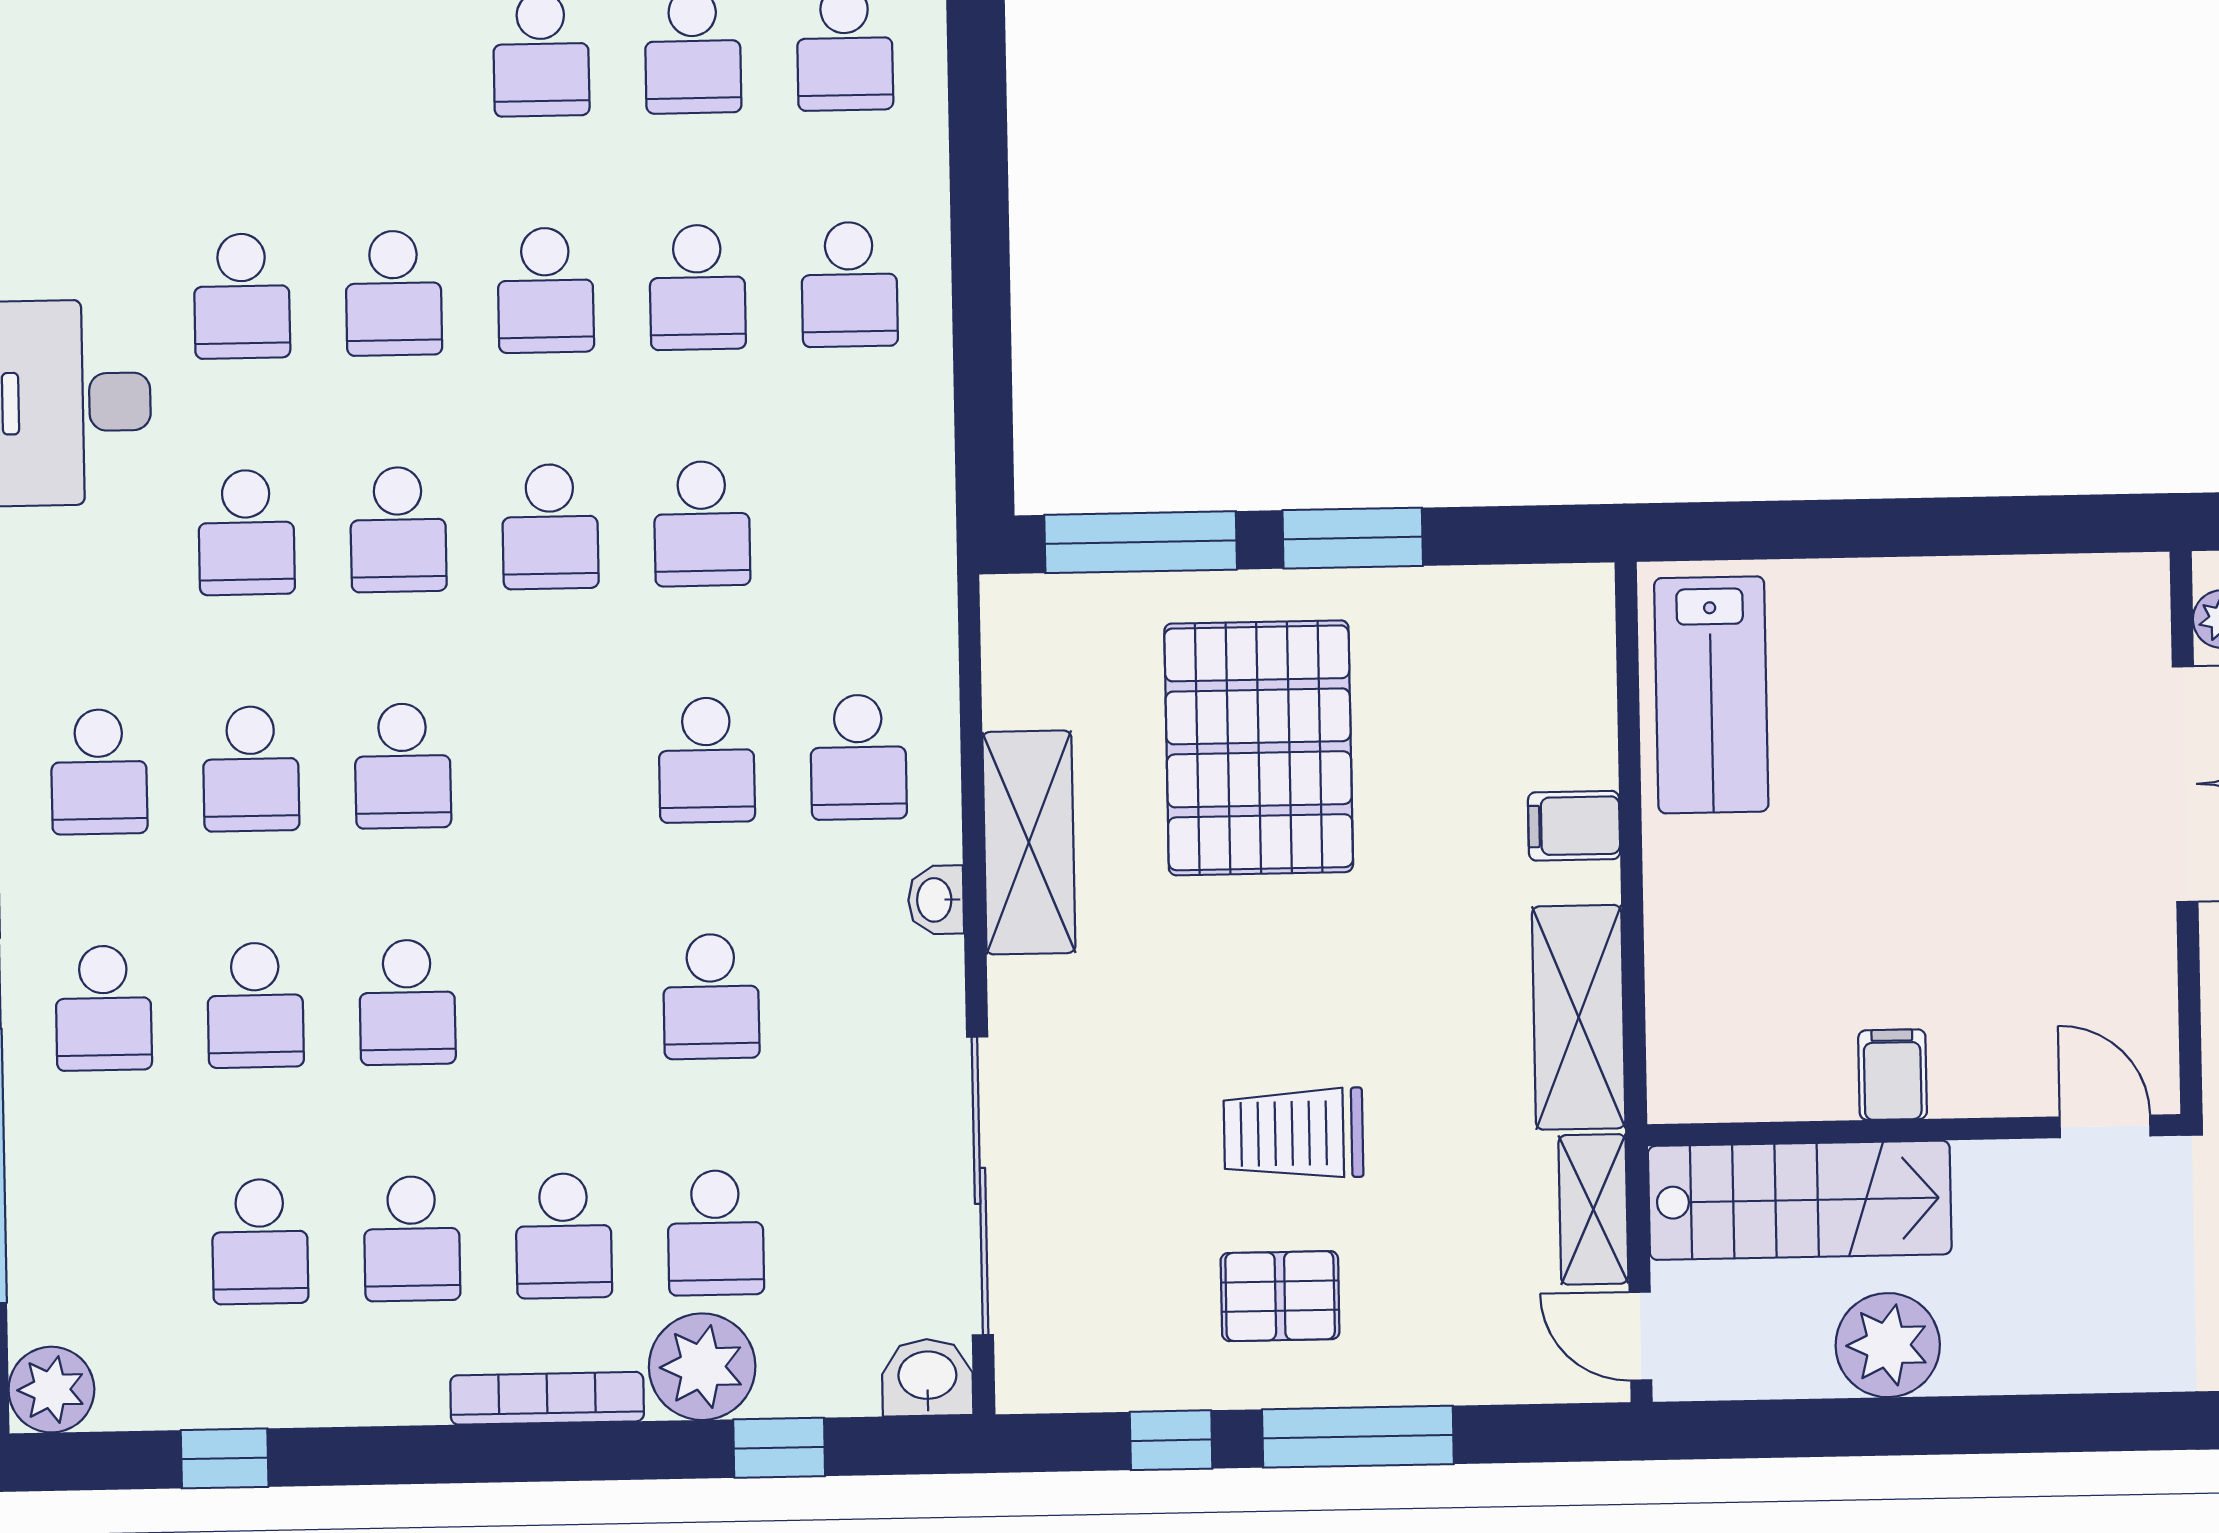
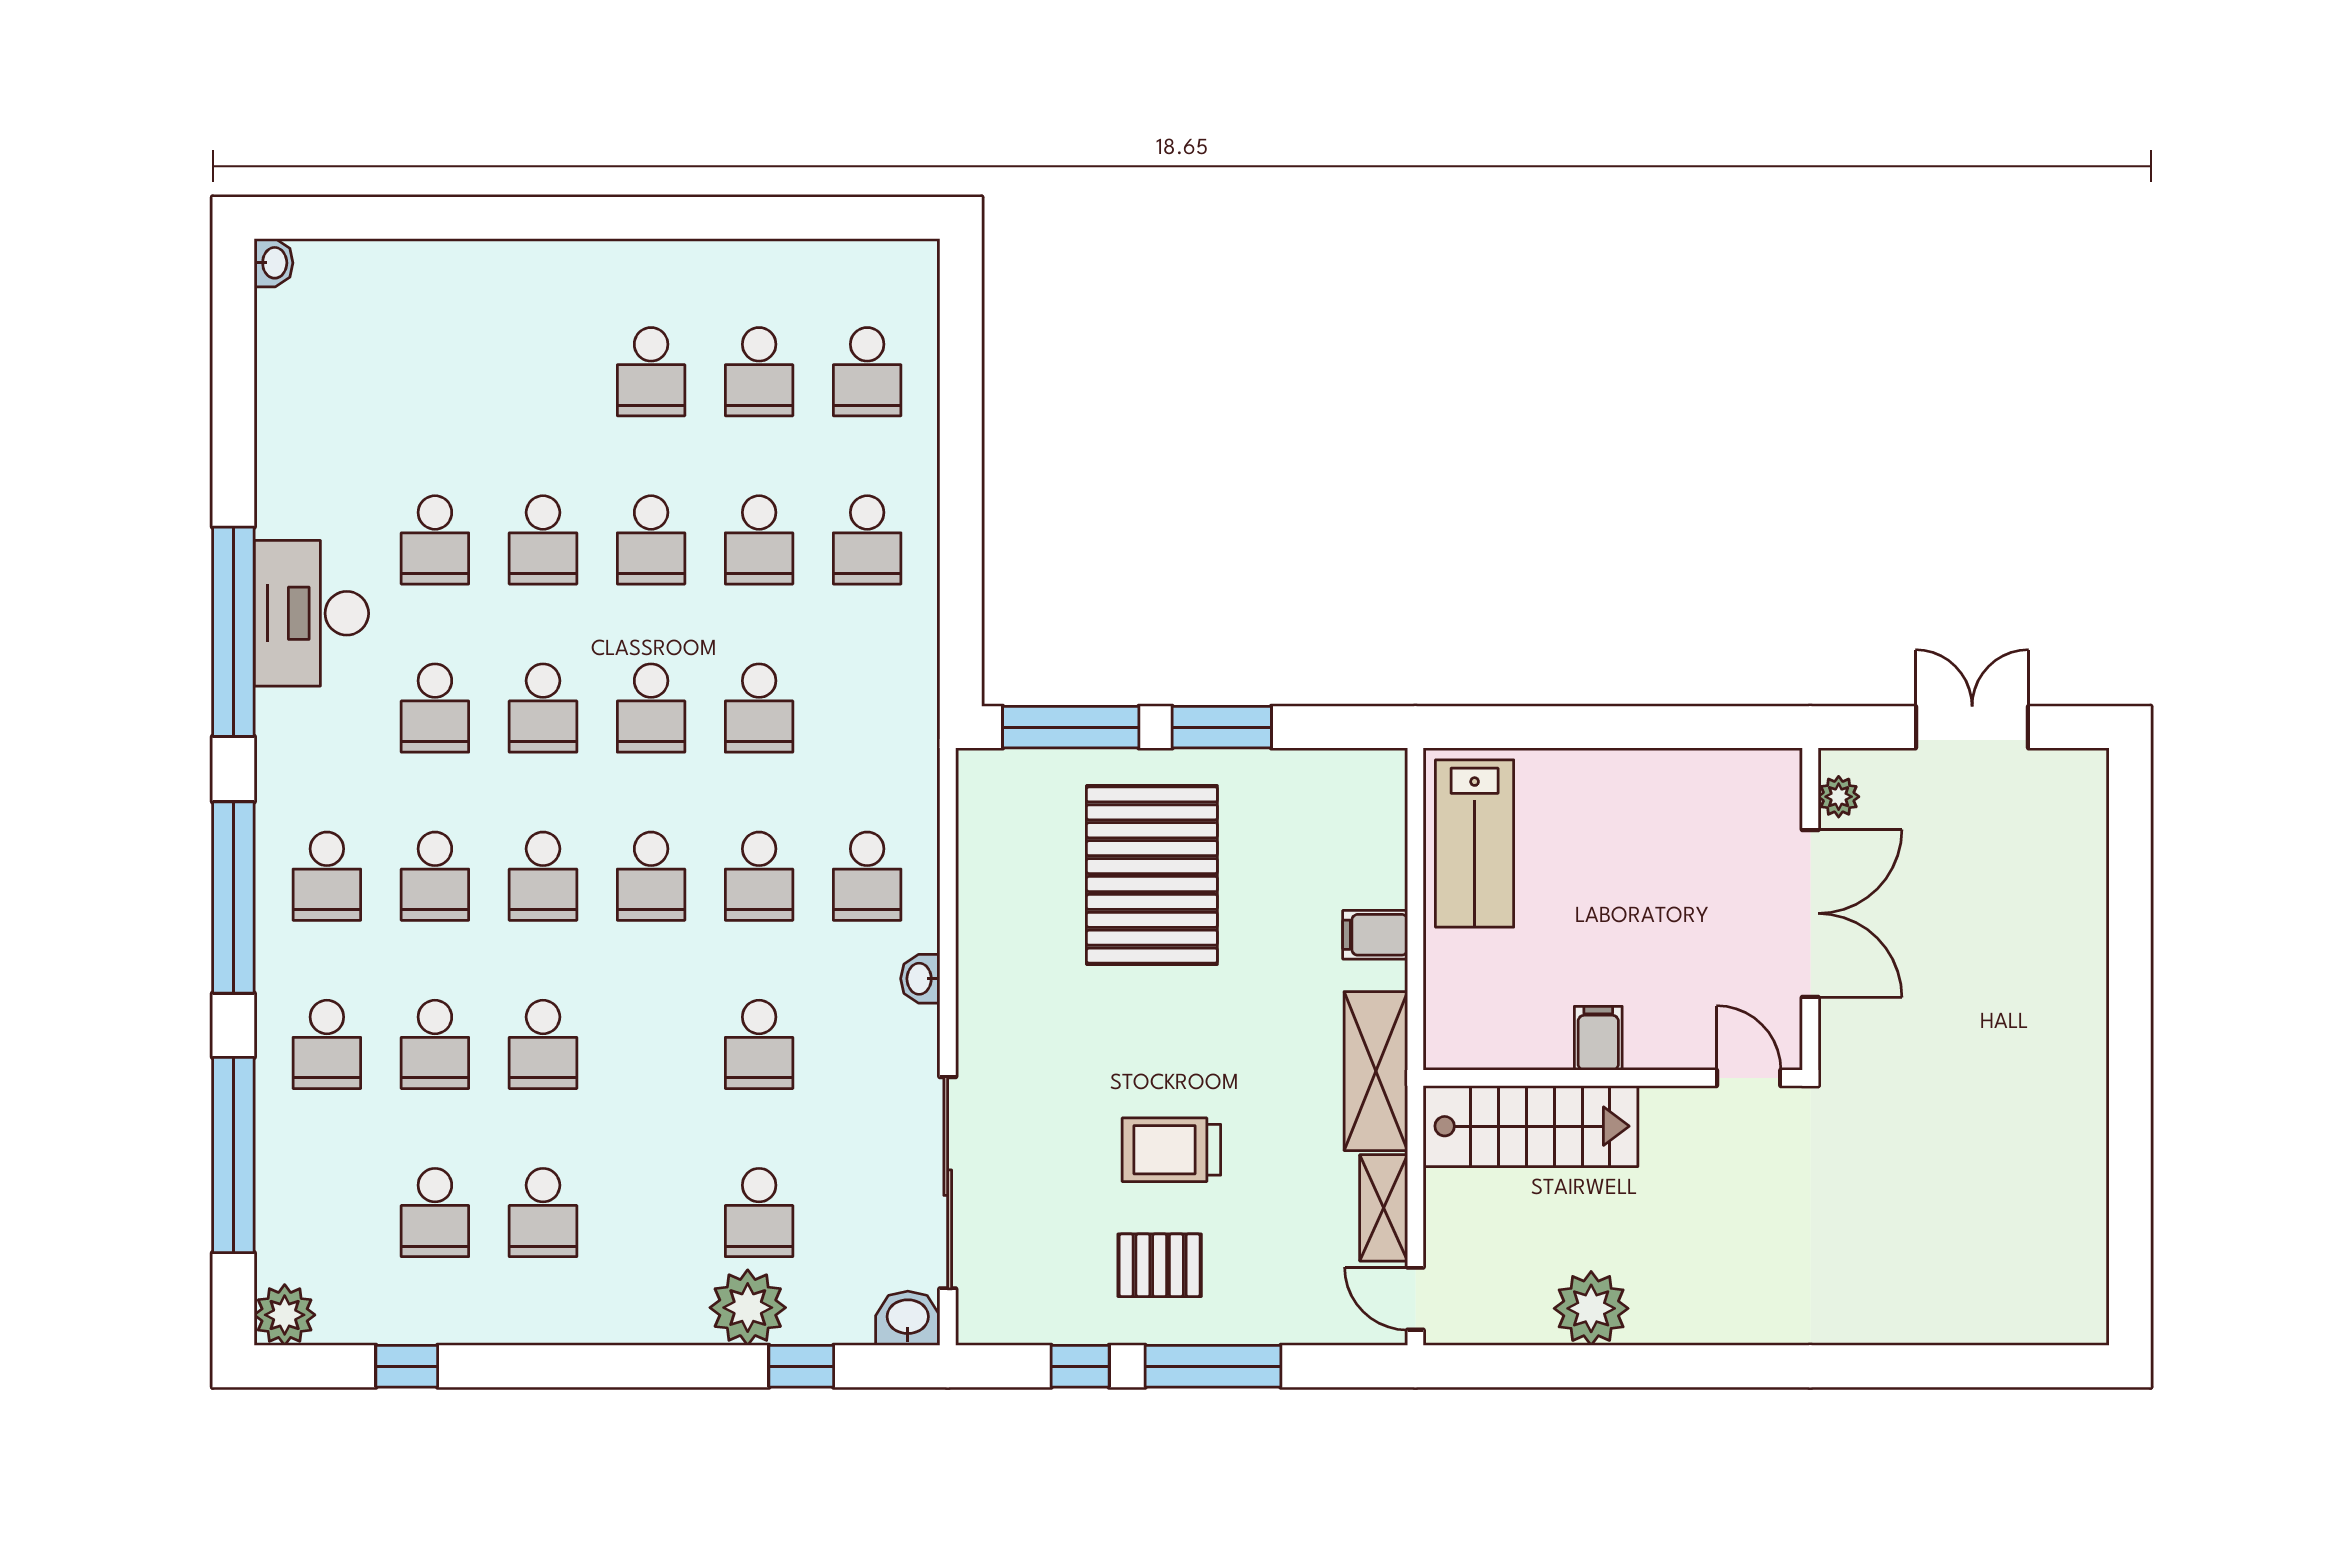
shelving: (1029, 842) -> (987, 939), removed
filing cabinet: (1893, 1075) -> (1598, 1038), moved
door: (2105, 1126) -> (1749, 1078), moved
wall: (1914, 1130) -> (1613, 1078), moved
stairs: (1800, 1200) -> (1531, 1126), moved
school desk: (564, 1236) -> (651, 876), moved
bookcase: (547, 1398) -> (637, 1328), removed

